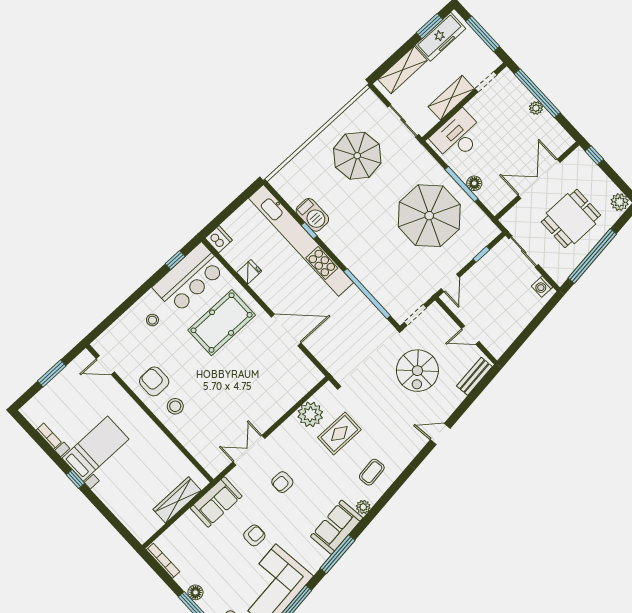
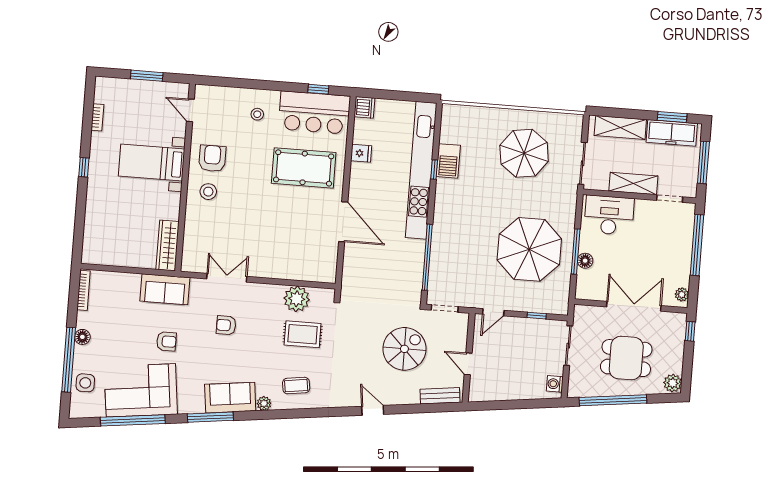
plant: (536, 108) -> (682, 294), moved
spiral stairs: (417, 371) -> (404, 349), turned 180
bed with nightstands: (95, 449) -> (152, 162), moved, turned 180
wardrobe: (177, 500) -> (168, 246), moved, turned -90

